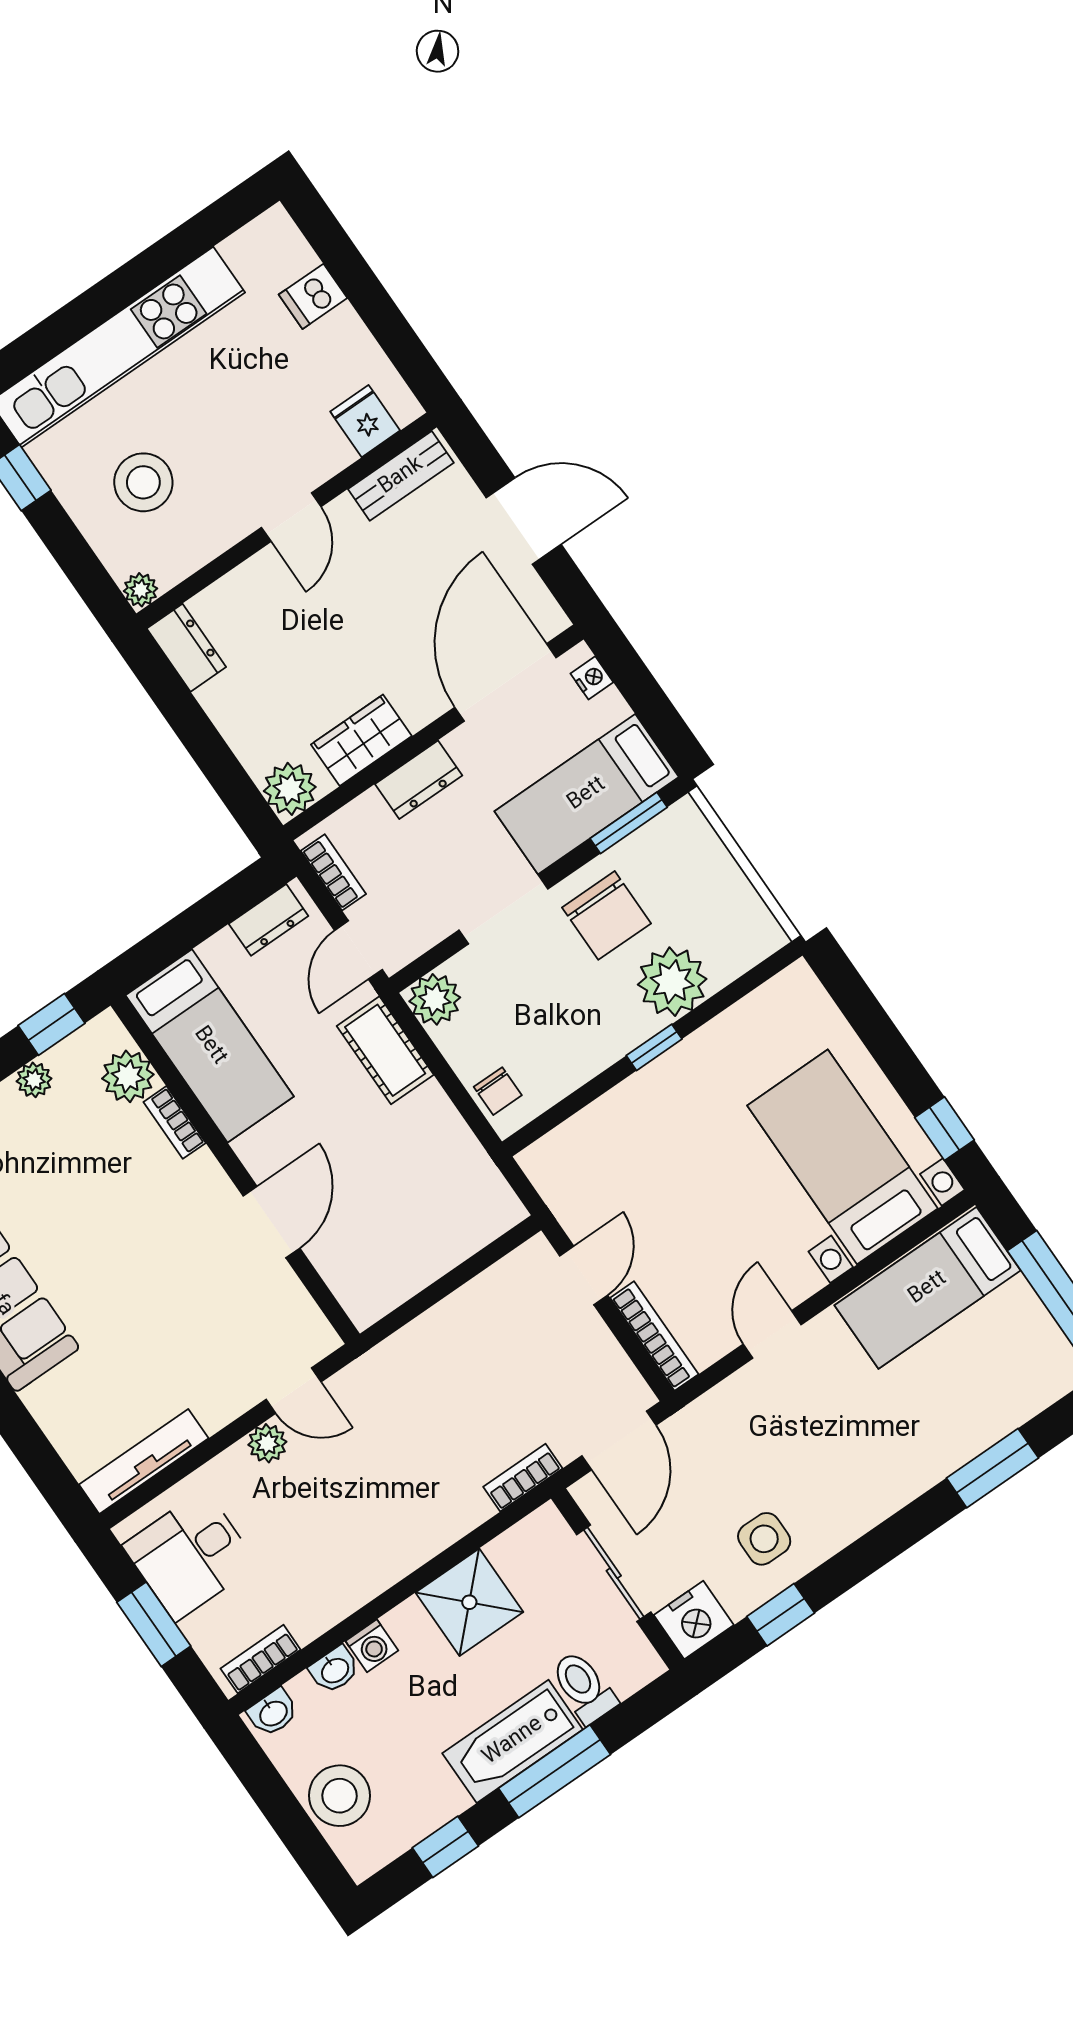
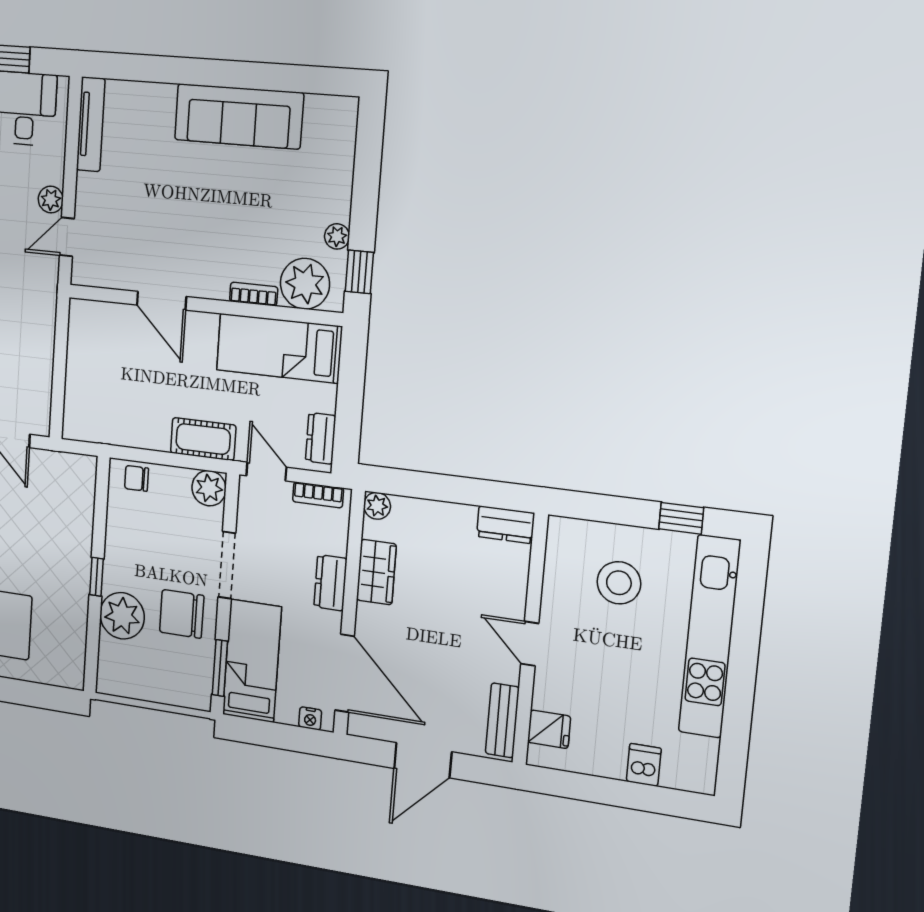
plant: (141, 590) -> (559, 528), removed
plant: (290, 789) -> (377, 506), width x0.73, depth x0.73
plant: (128, 1076) -> (305, 284), width x1.36, depth x1.36

